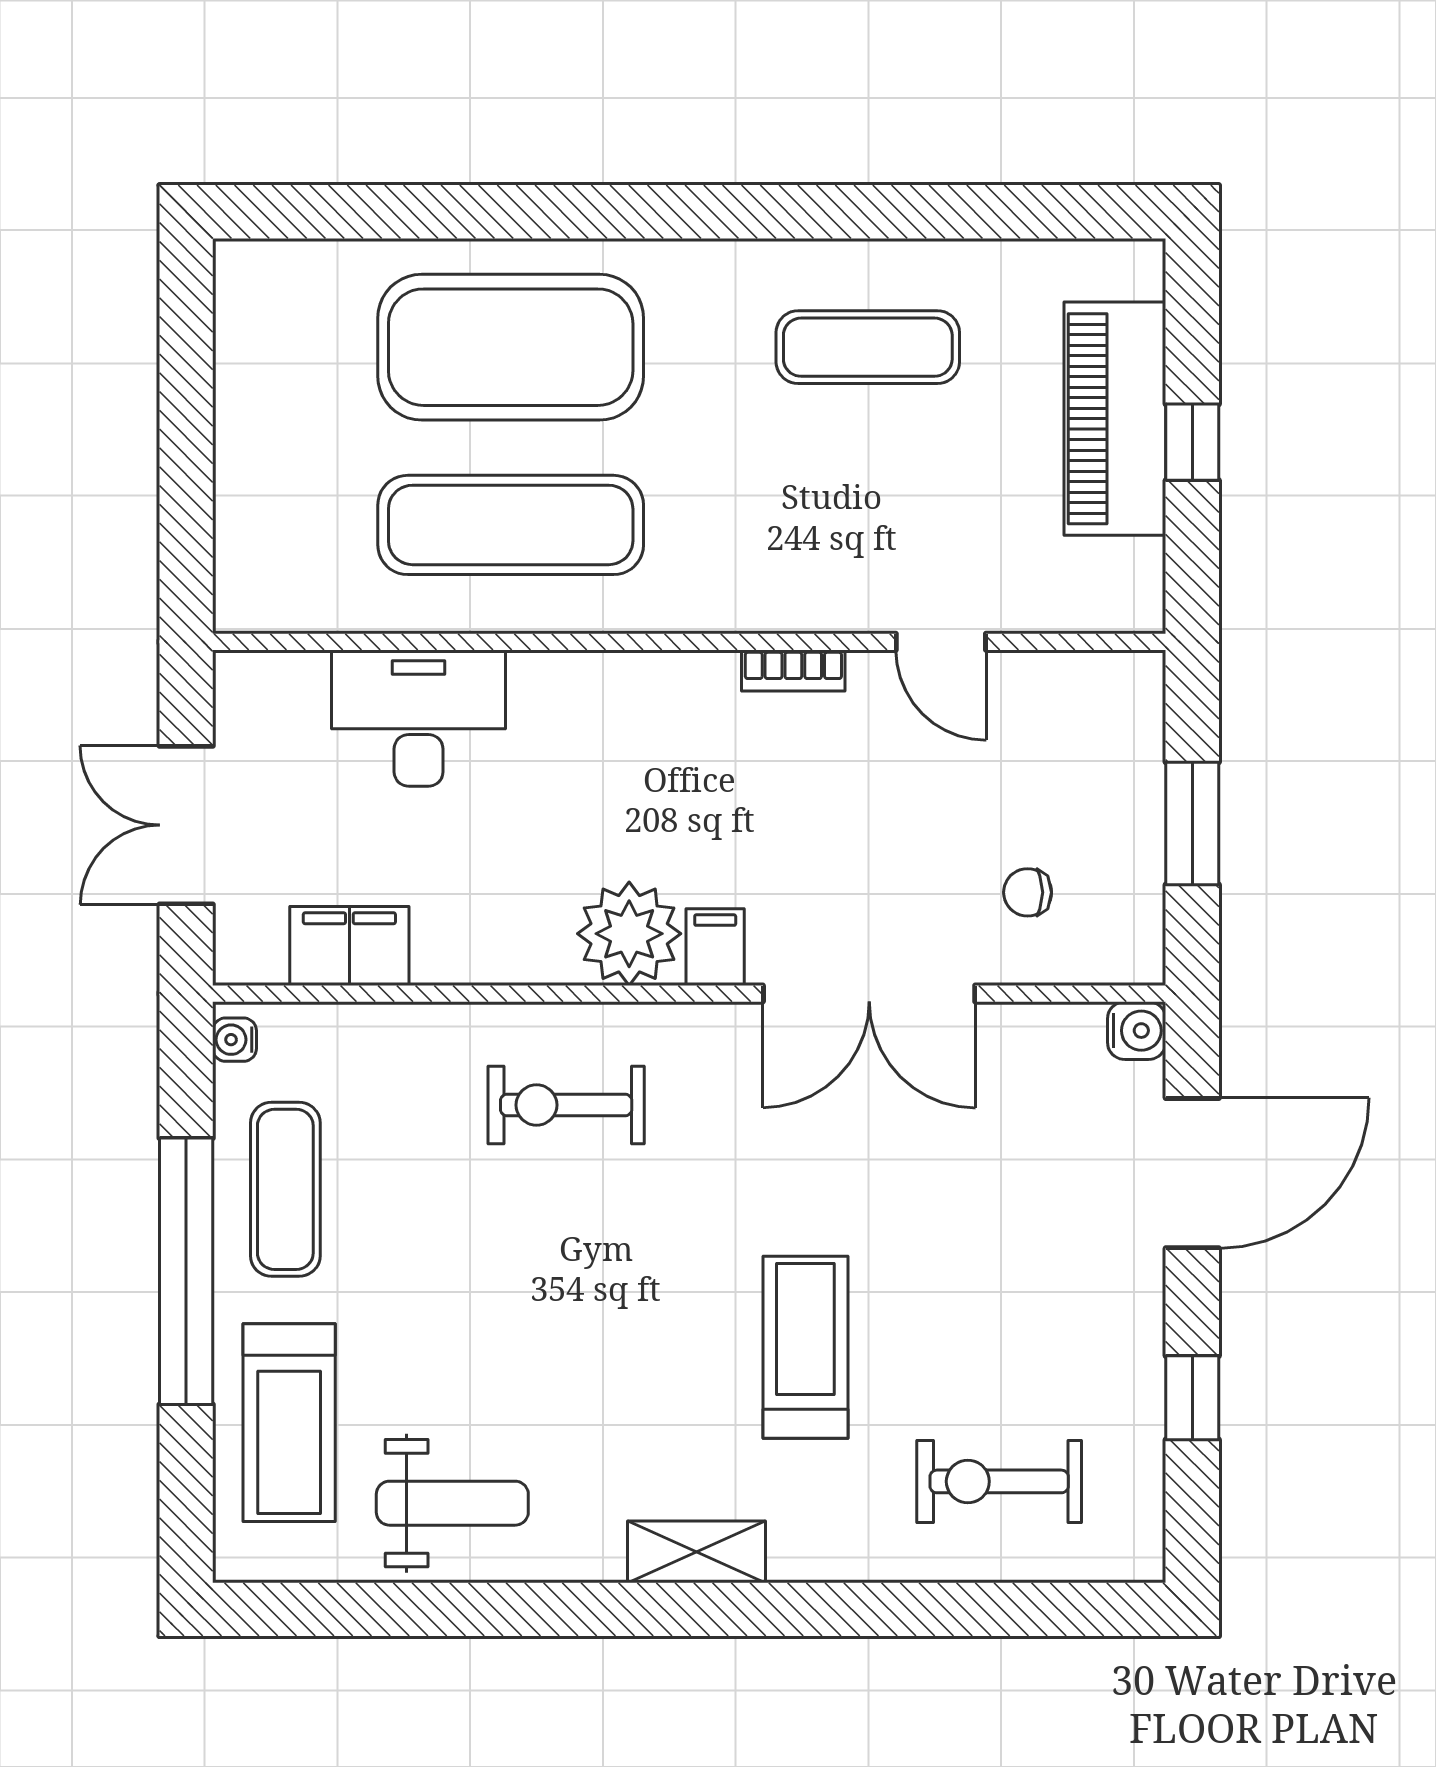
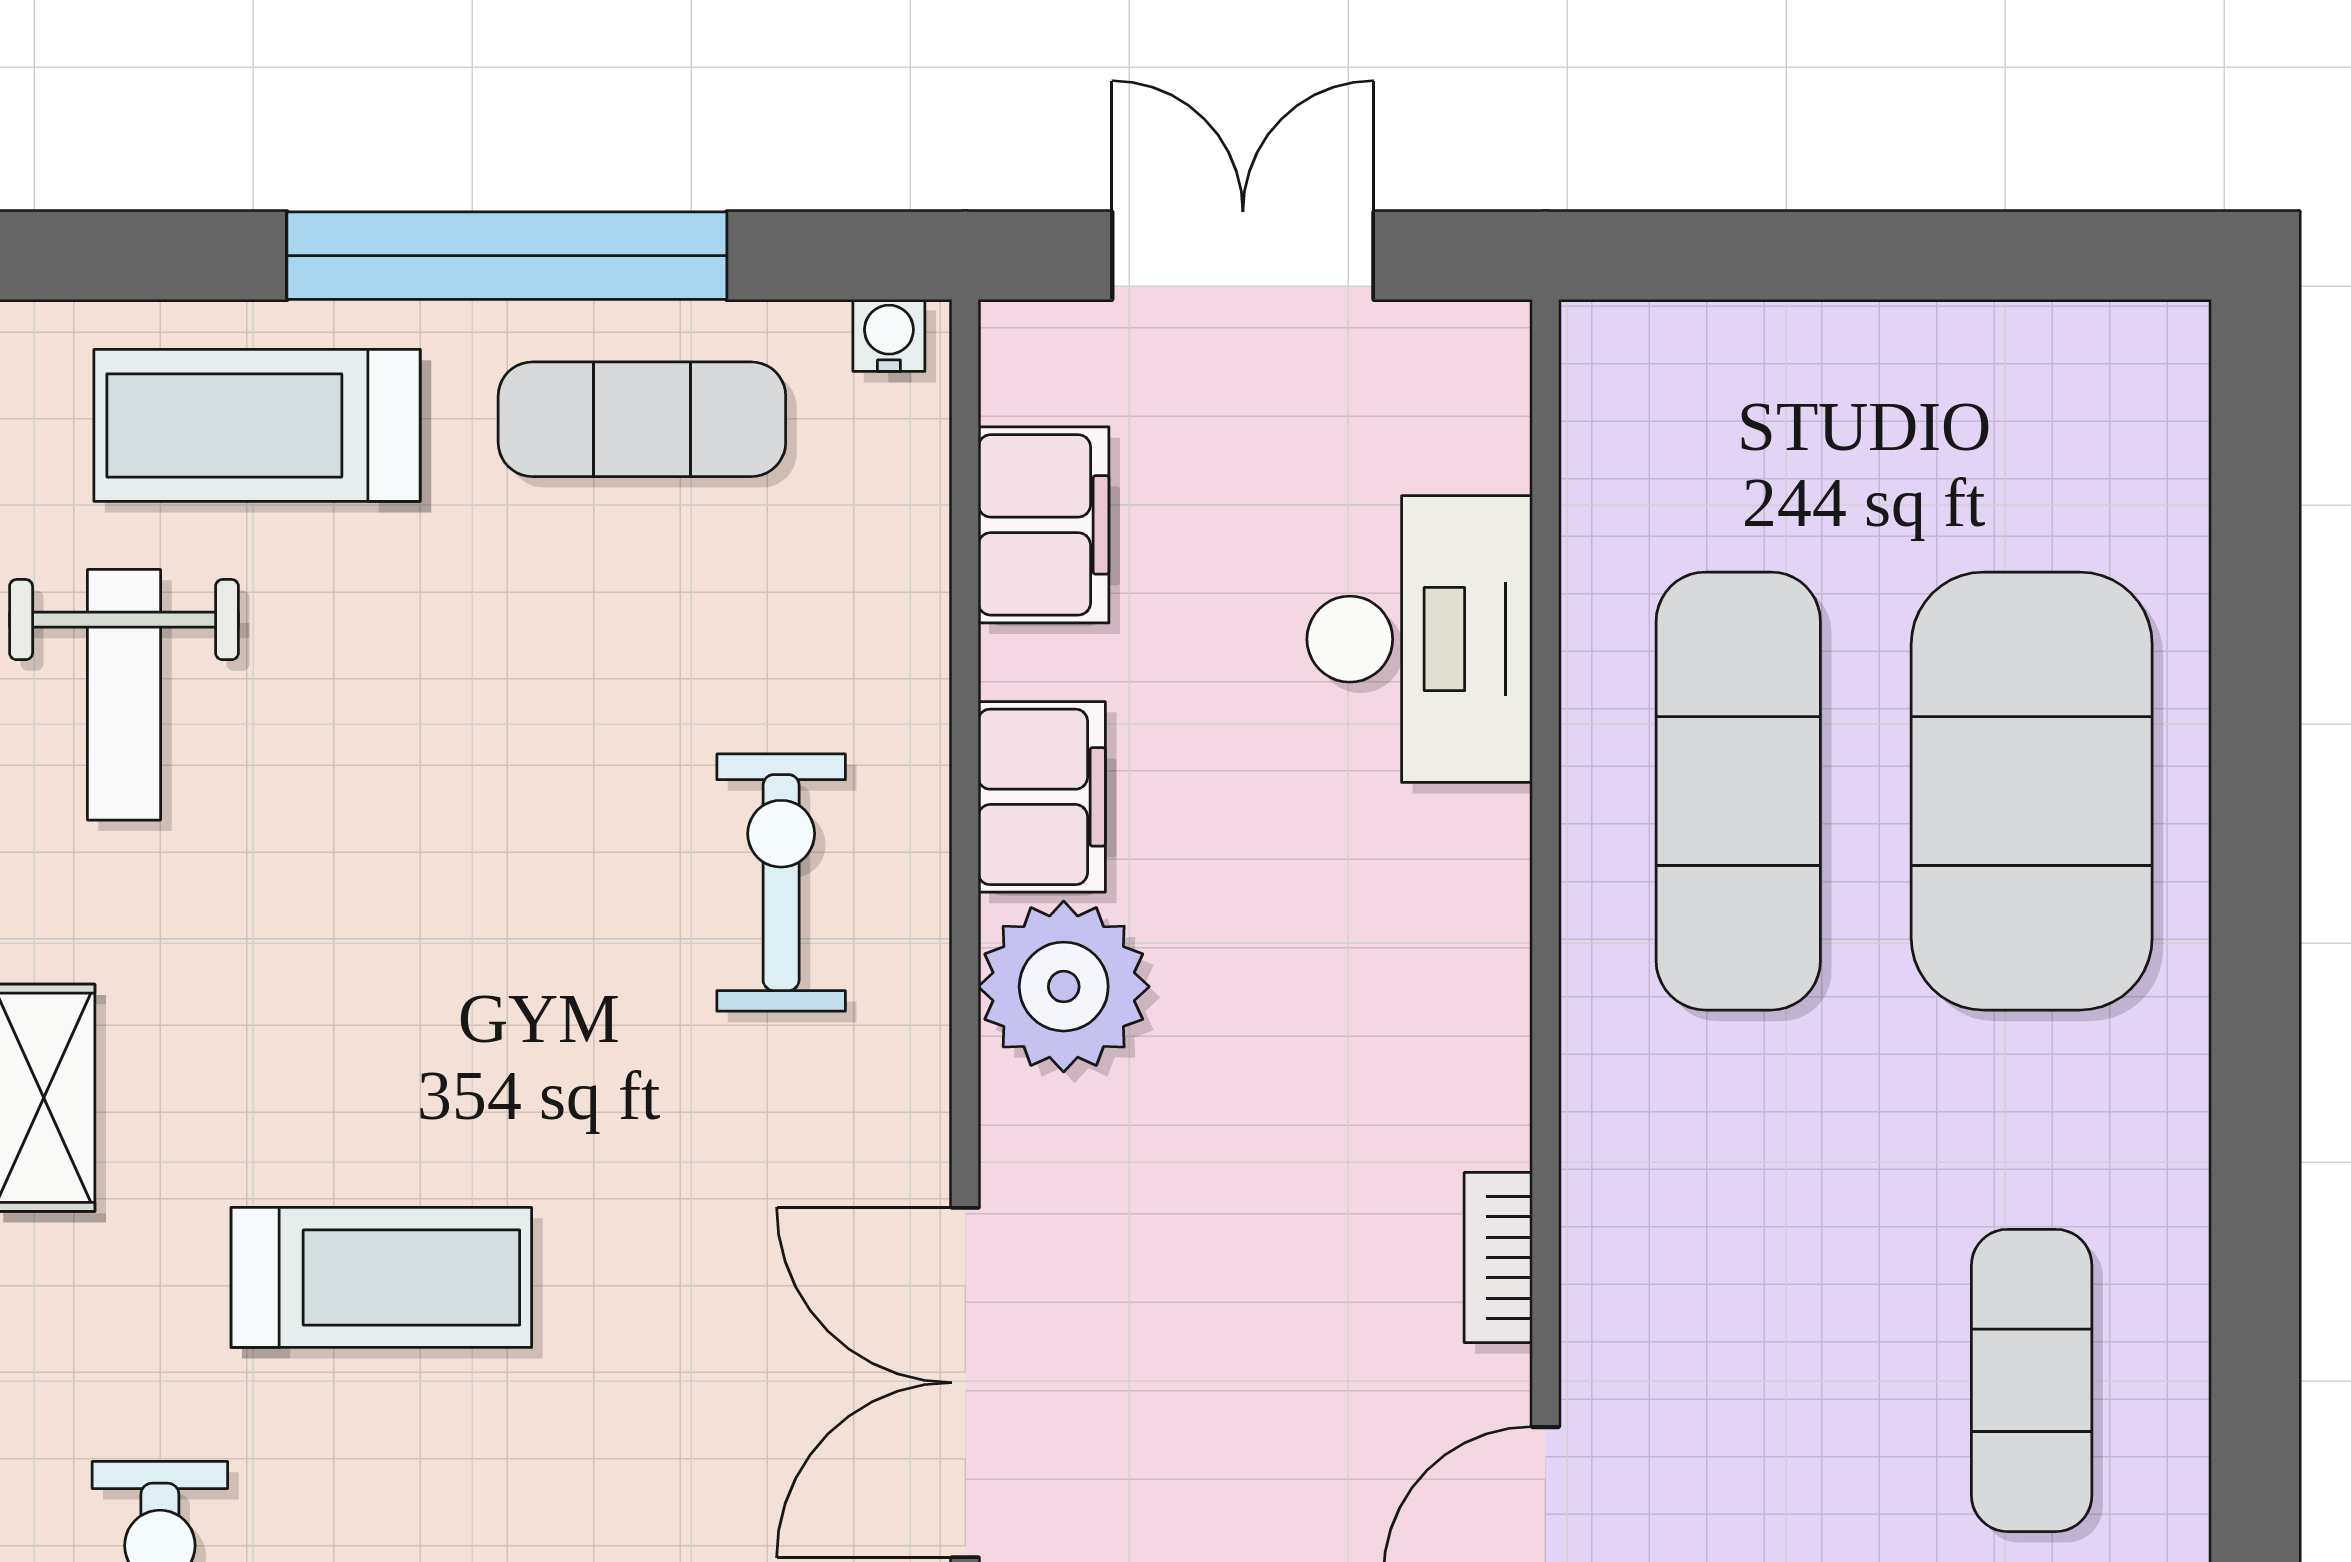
filing cabinet: (715, 947) -> (1042, 797), moved, width x2.00

